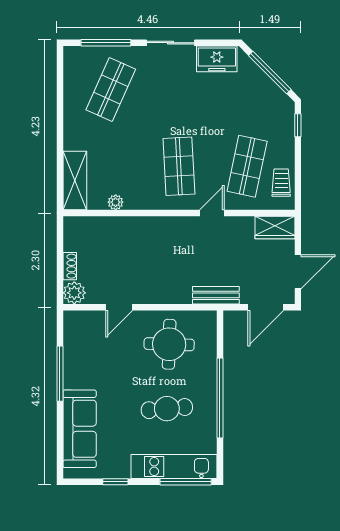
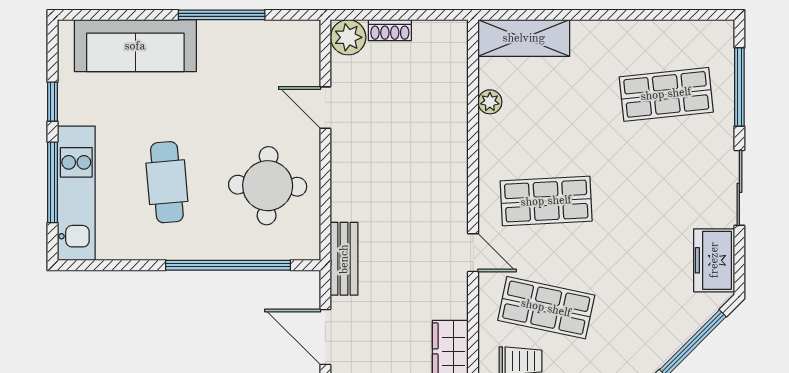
shop shelf: (111, 89) -> (666, 94), turned -30
window: (220, 398) -> (228, 265), moved
window: (186, 482) -> (53, 182), moved

